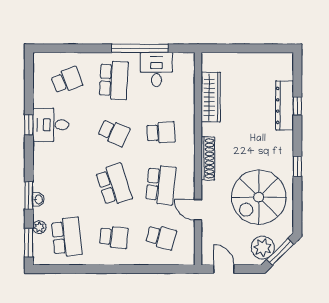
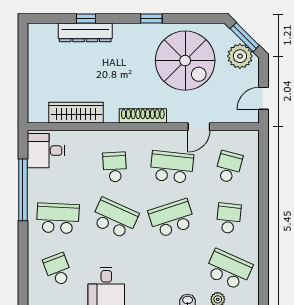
desk: (156, 69) -> (46, 151), moved
school desk: (114, 133) -> (115, 218), width x1.85
school desk: (67, 237) -> (229, 270), turned 30

